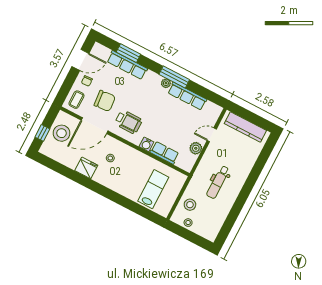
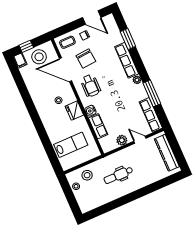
row of seats: (127, 65) -> (127, 60), moved
window: (174, 77) -> (152, 93), moved
row of seats: (187, 96) -> (151, 115), moved
filing cabinet: (47, 150) -> (20, 60), added
fridge: (86, 168) -> (74, 111), moved, turned 180

